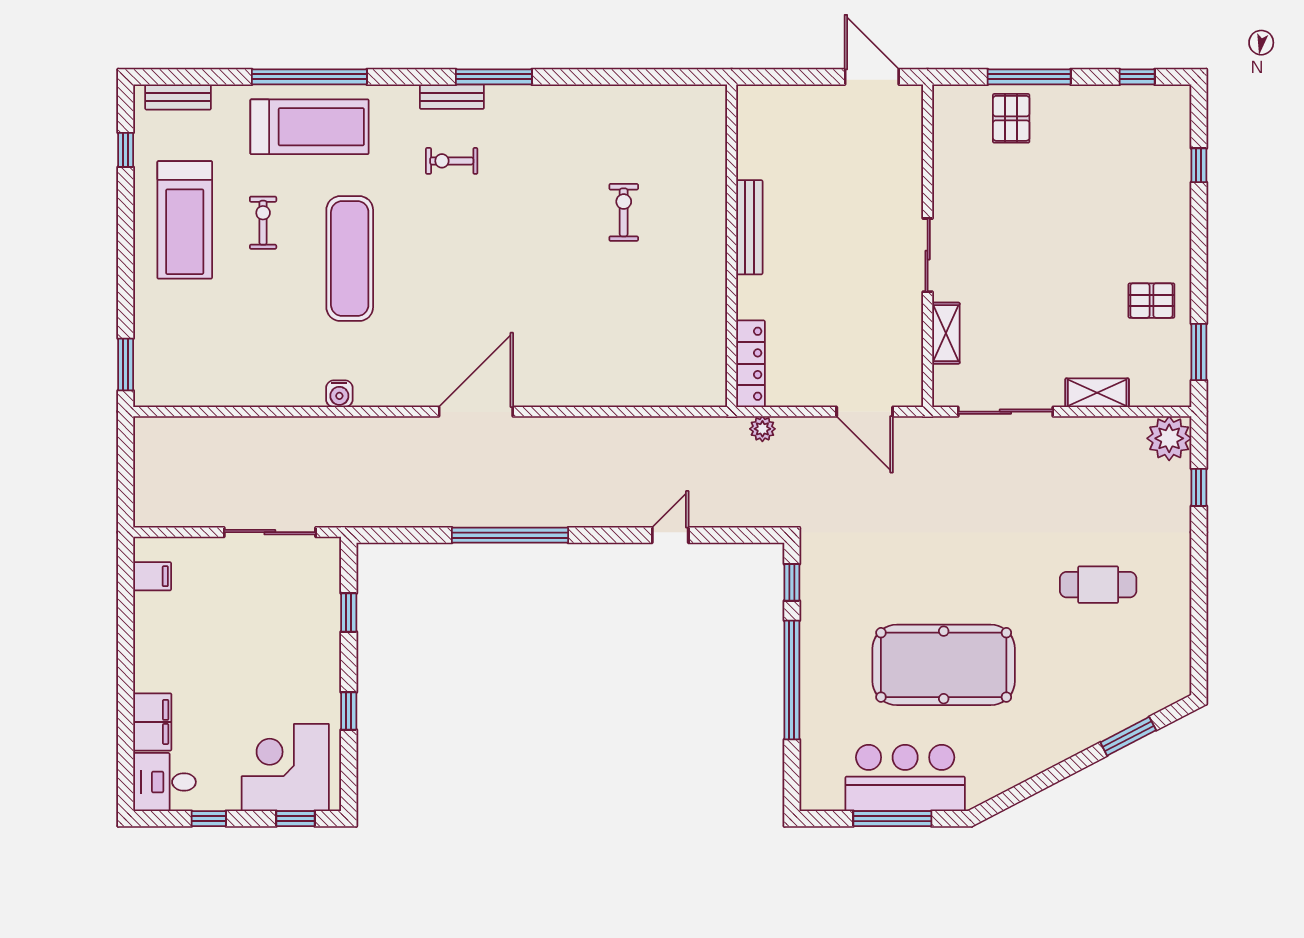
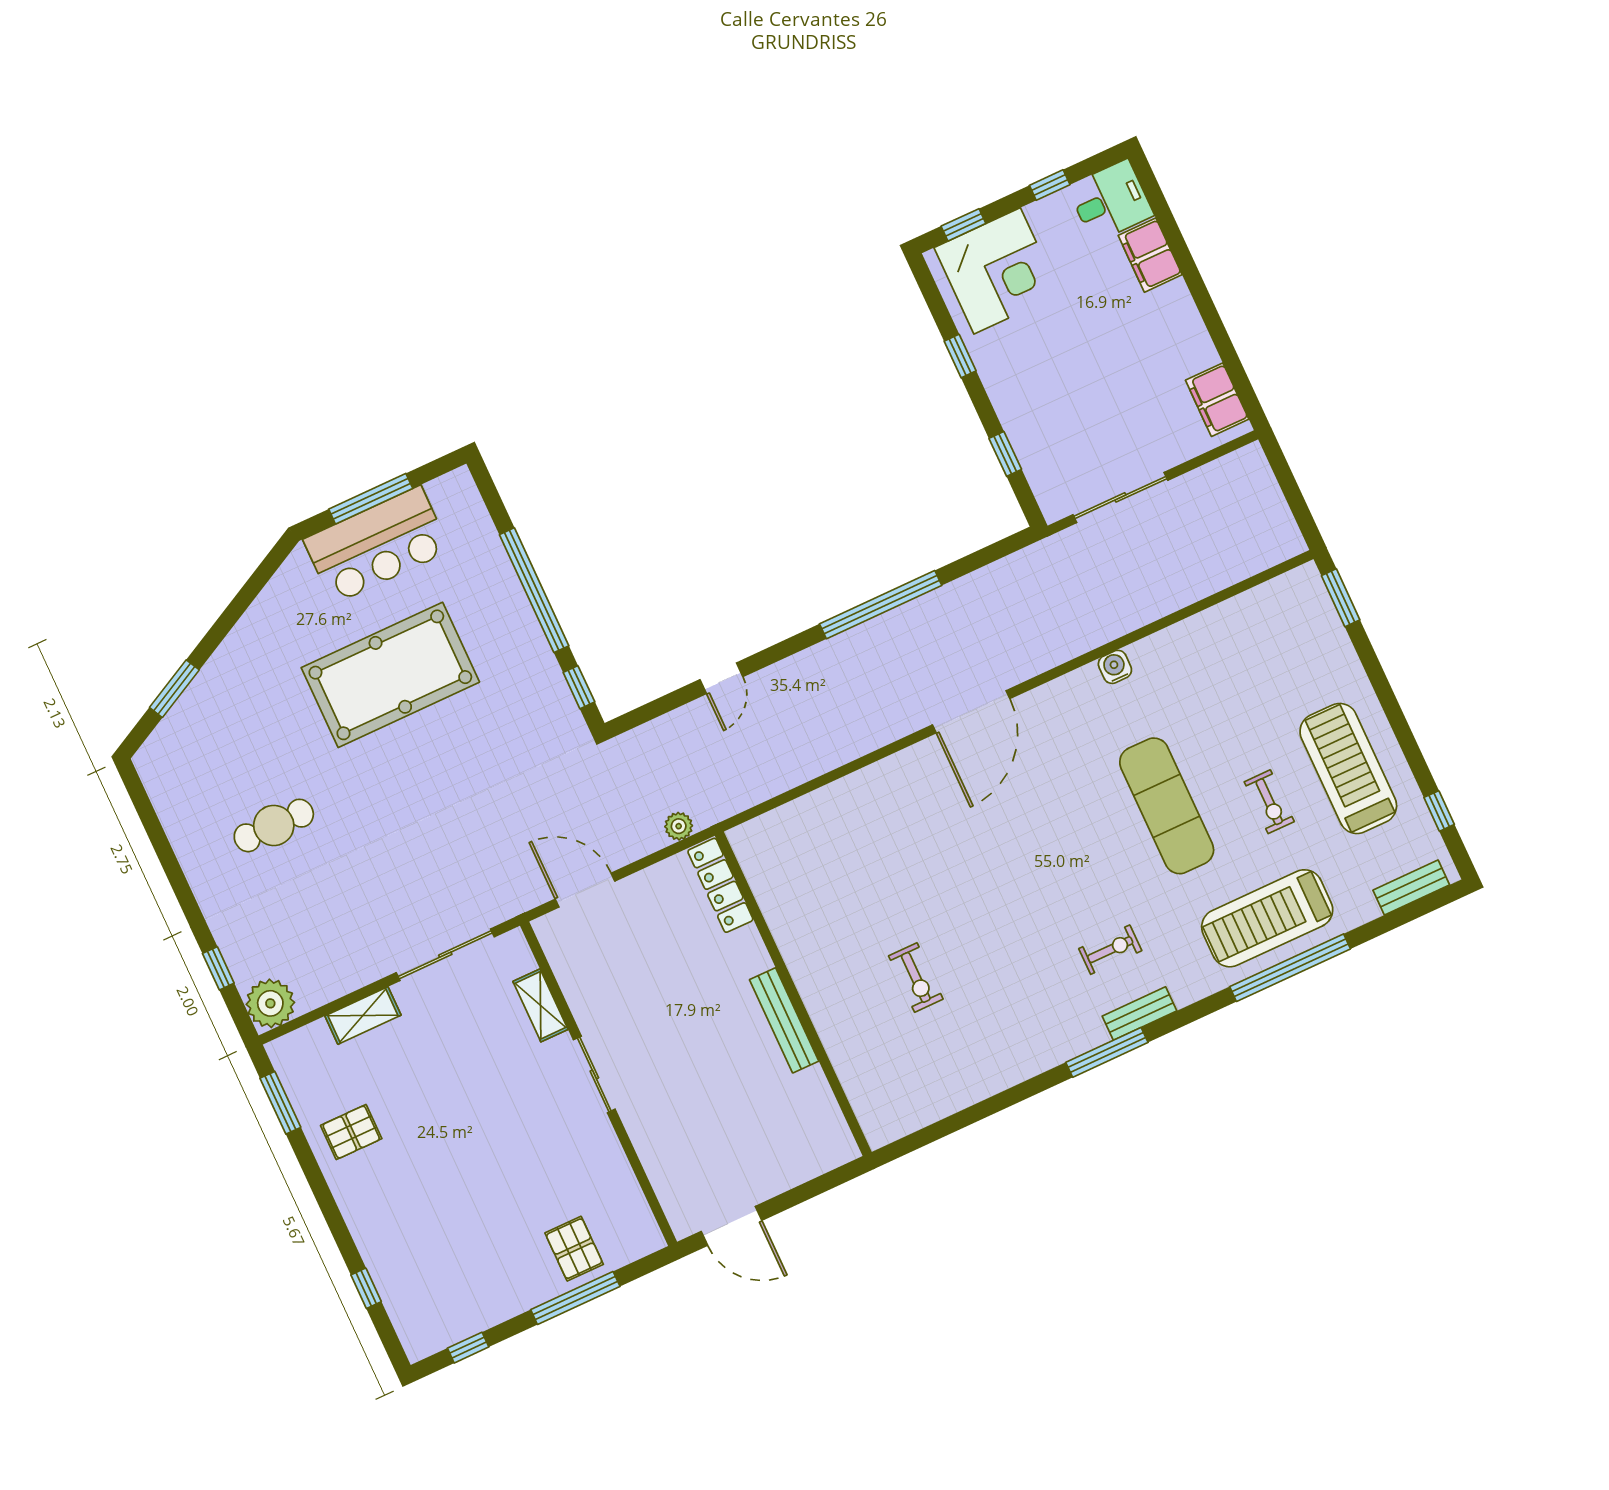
filing cabinet: (152, 576) -> (1217, 400), width x2.00

